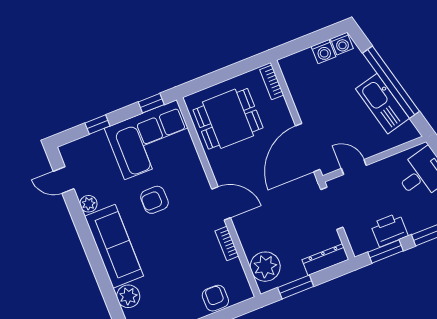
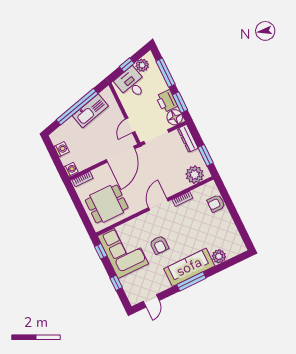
washing machine: (342, 44) -> (71, 169), moved
dining table: (228, 119) -> (107, 204), turned 90
door: (308, 148) -> (121, 154), hinge flipped
plant: (88, 204) -> (165, 285), removed
floor lamp: (362, 241) -> (175, 117), added
window: (91, 248) -> (191, 281), added

